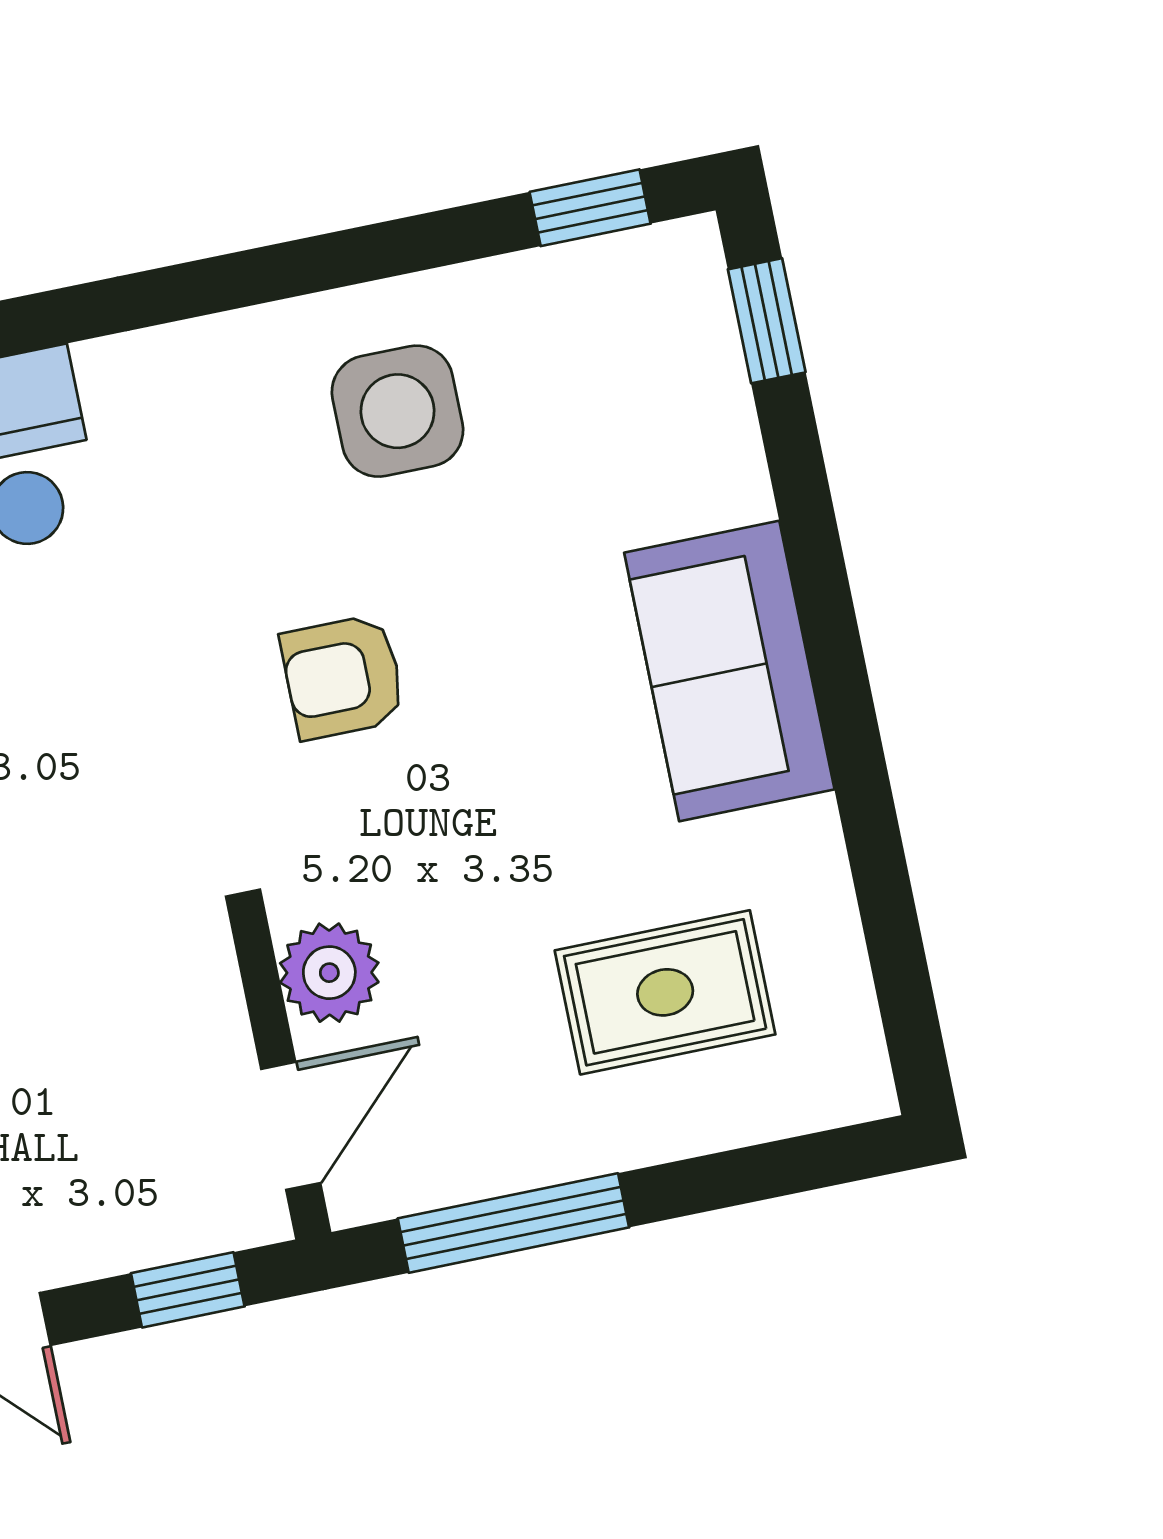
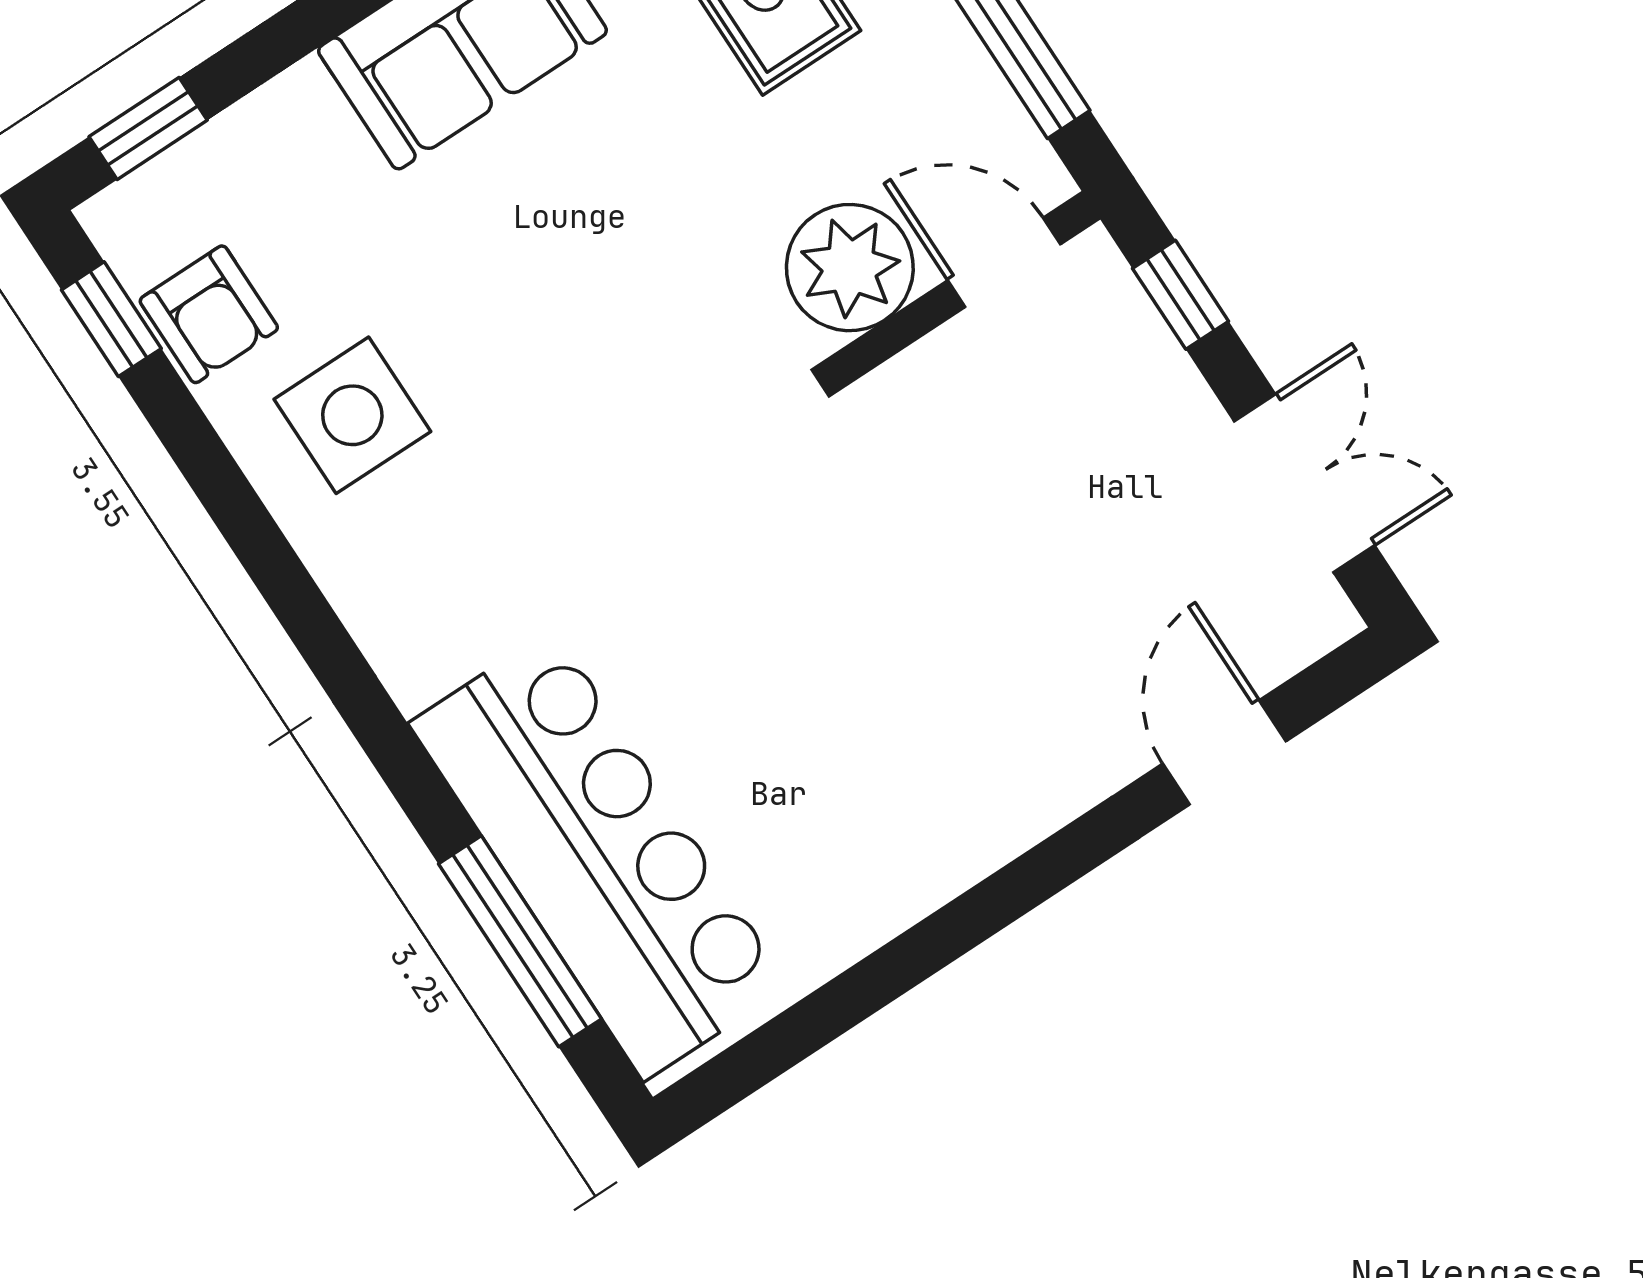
armchair: (343, 677) -> (209, 314), moved
plant: (329, 973) -> (850, 268), width x1.36, depth x1.36

